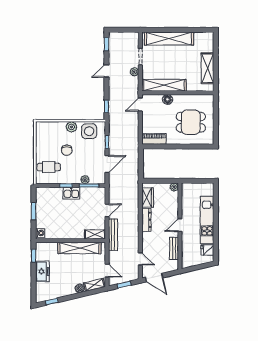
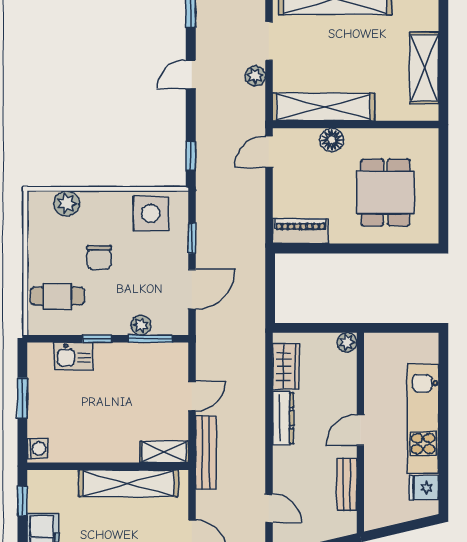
dining table: (191, 122) -> (385, 192), turned 90
plant: (71, 127) -> (67, 203), moved
kitchen sink: (71, 193) -> (74, 356), moved

